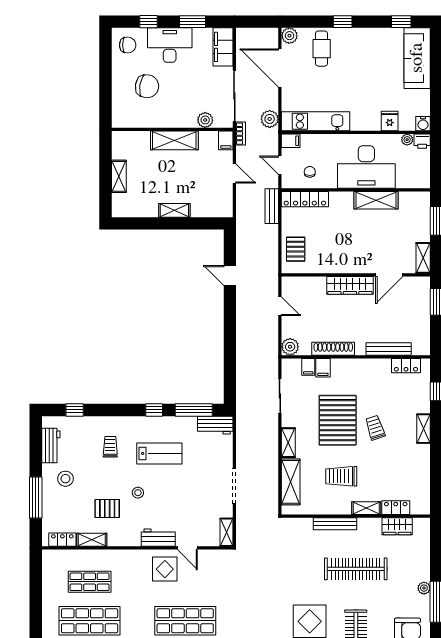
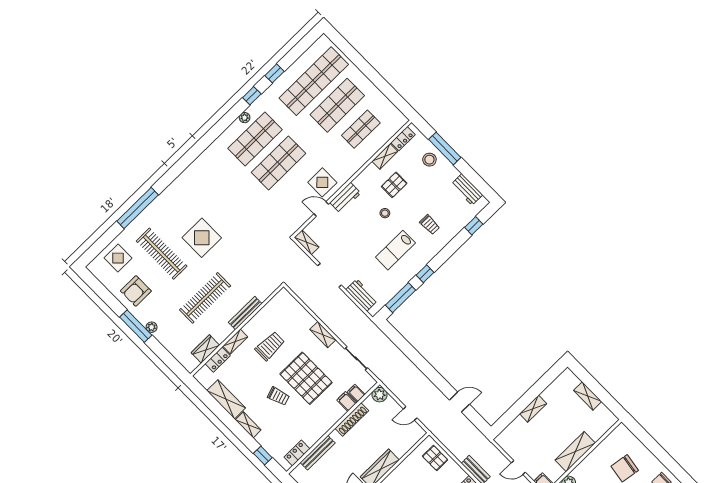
workbench: (215, 425) -> (362, 295), moved, turned 90
stool: (65, 479) -> (429, 160), moved
shelving: (291, 482) -> (226, 399), moved

